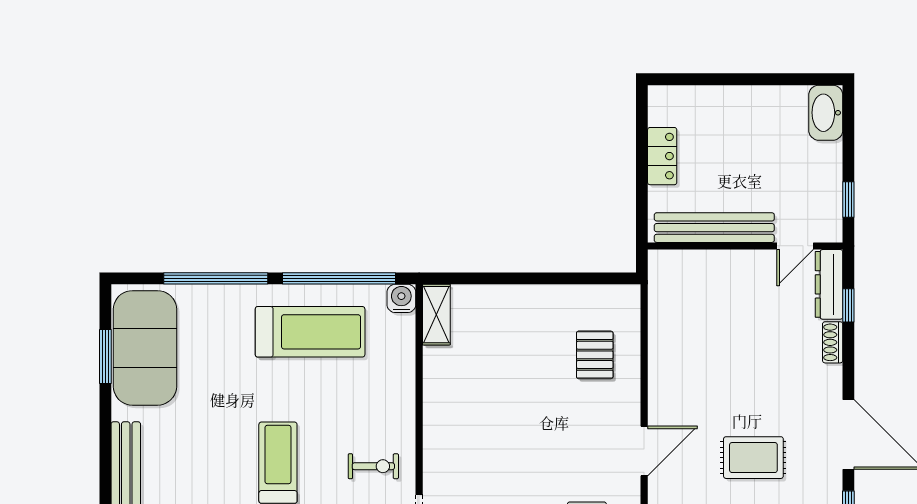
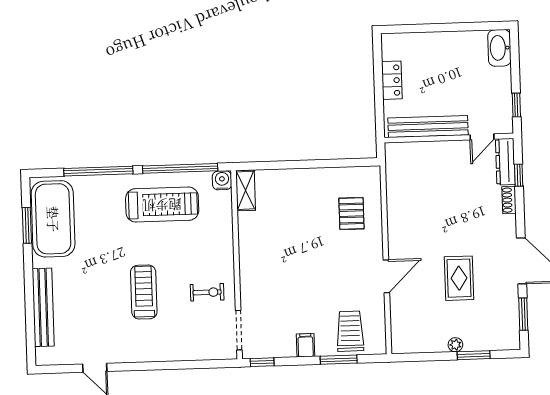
rug: (753, 458) -> (459, 278), turned 90

